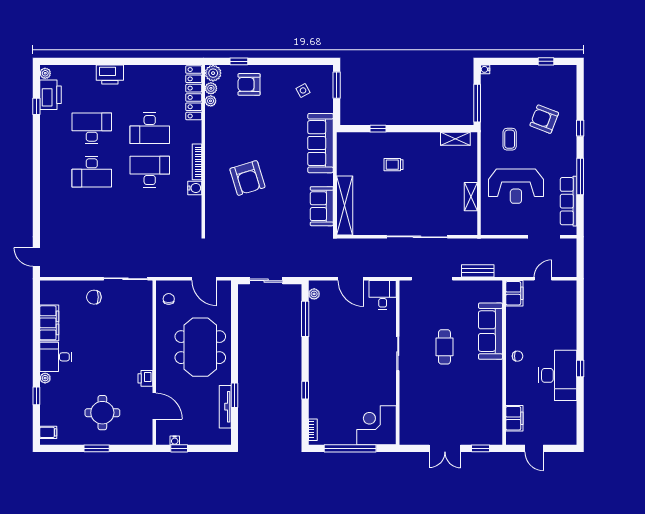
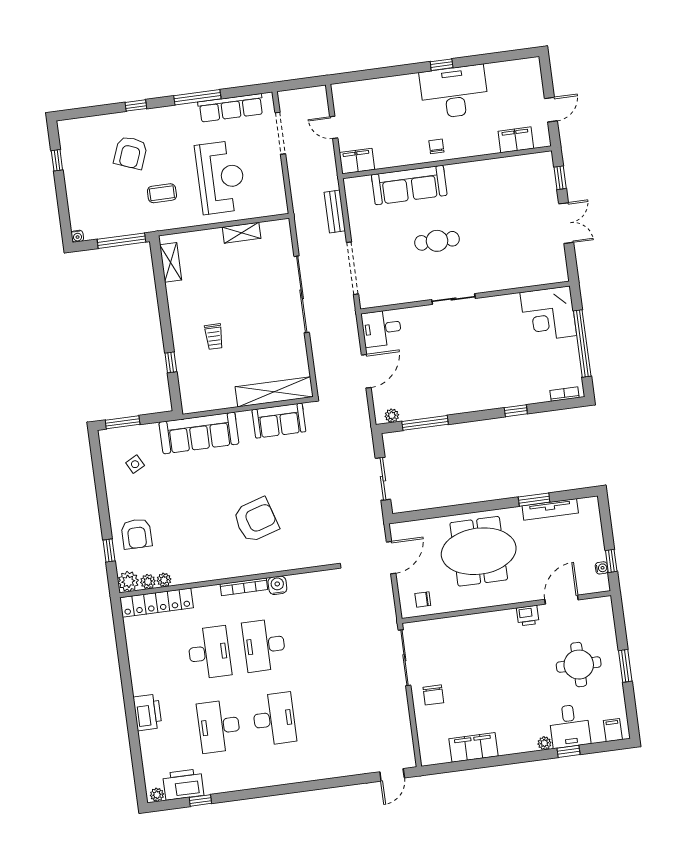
desk: (56, 357) -> (570, 726), moved

